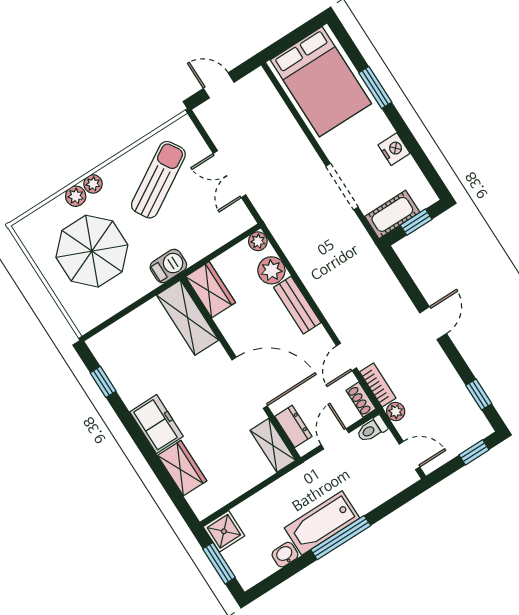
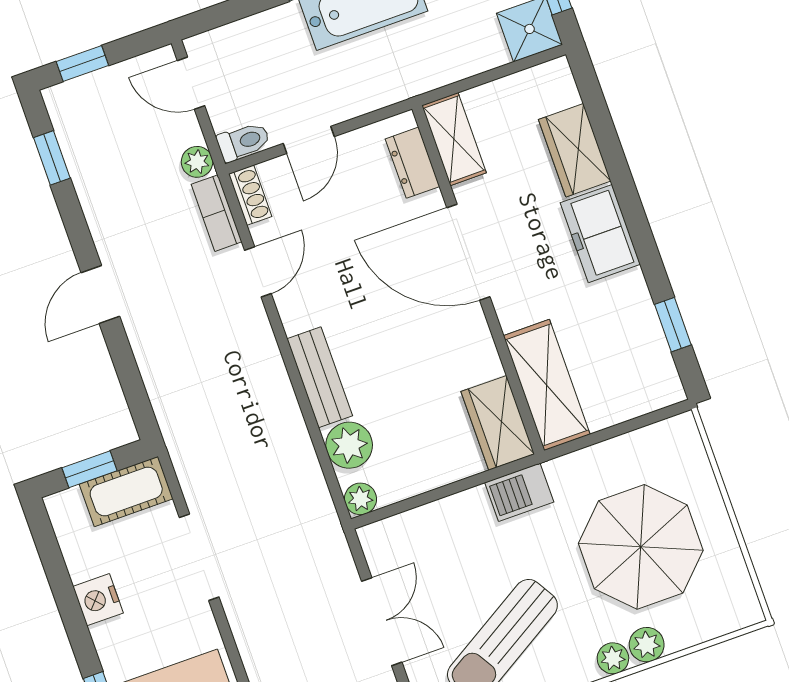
wardrobe: (210, 290) -> (498, 423), moved
shelving: (188, 318) -> (547, 385), moved
wall: (241, 368) -> (478, 280), moved
door: (250, 383) -> (468, 252), moved
dresser: (293, 426) -> (412, 163), moved
shelving: (273, 445) -> (454, 139), moved

